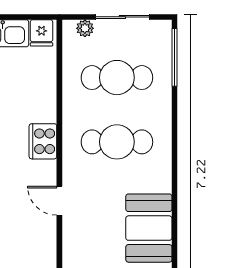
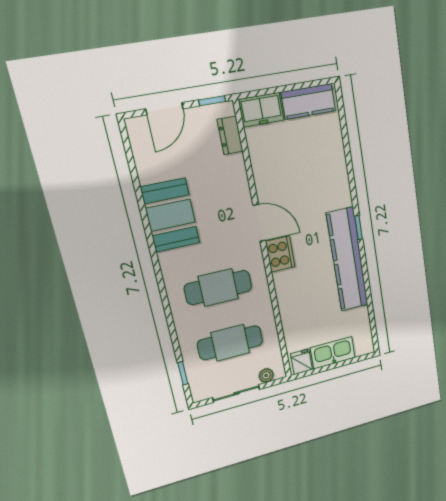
window: (174, 57) -> (183, 373), width x0.46
cooker: (43, 141) -> (280, 254), moved
door: (59, 201) -> (259, 223), width x1.38

